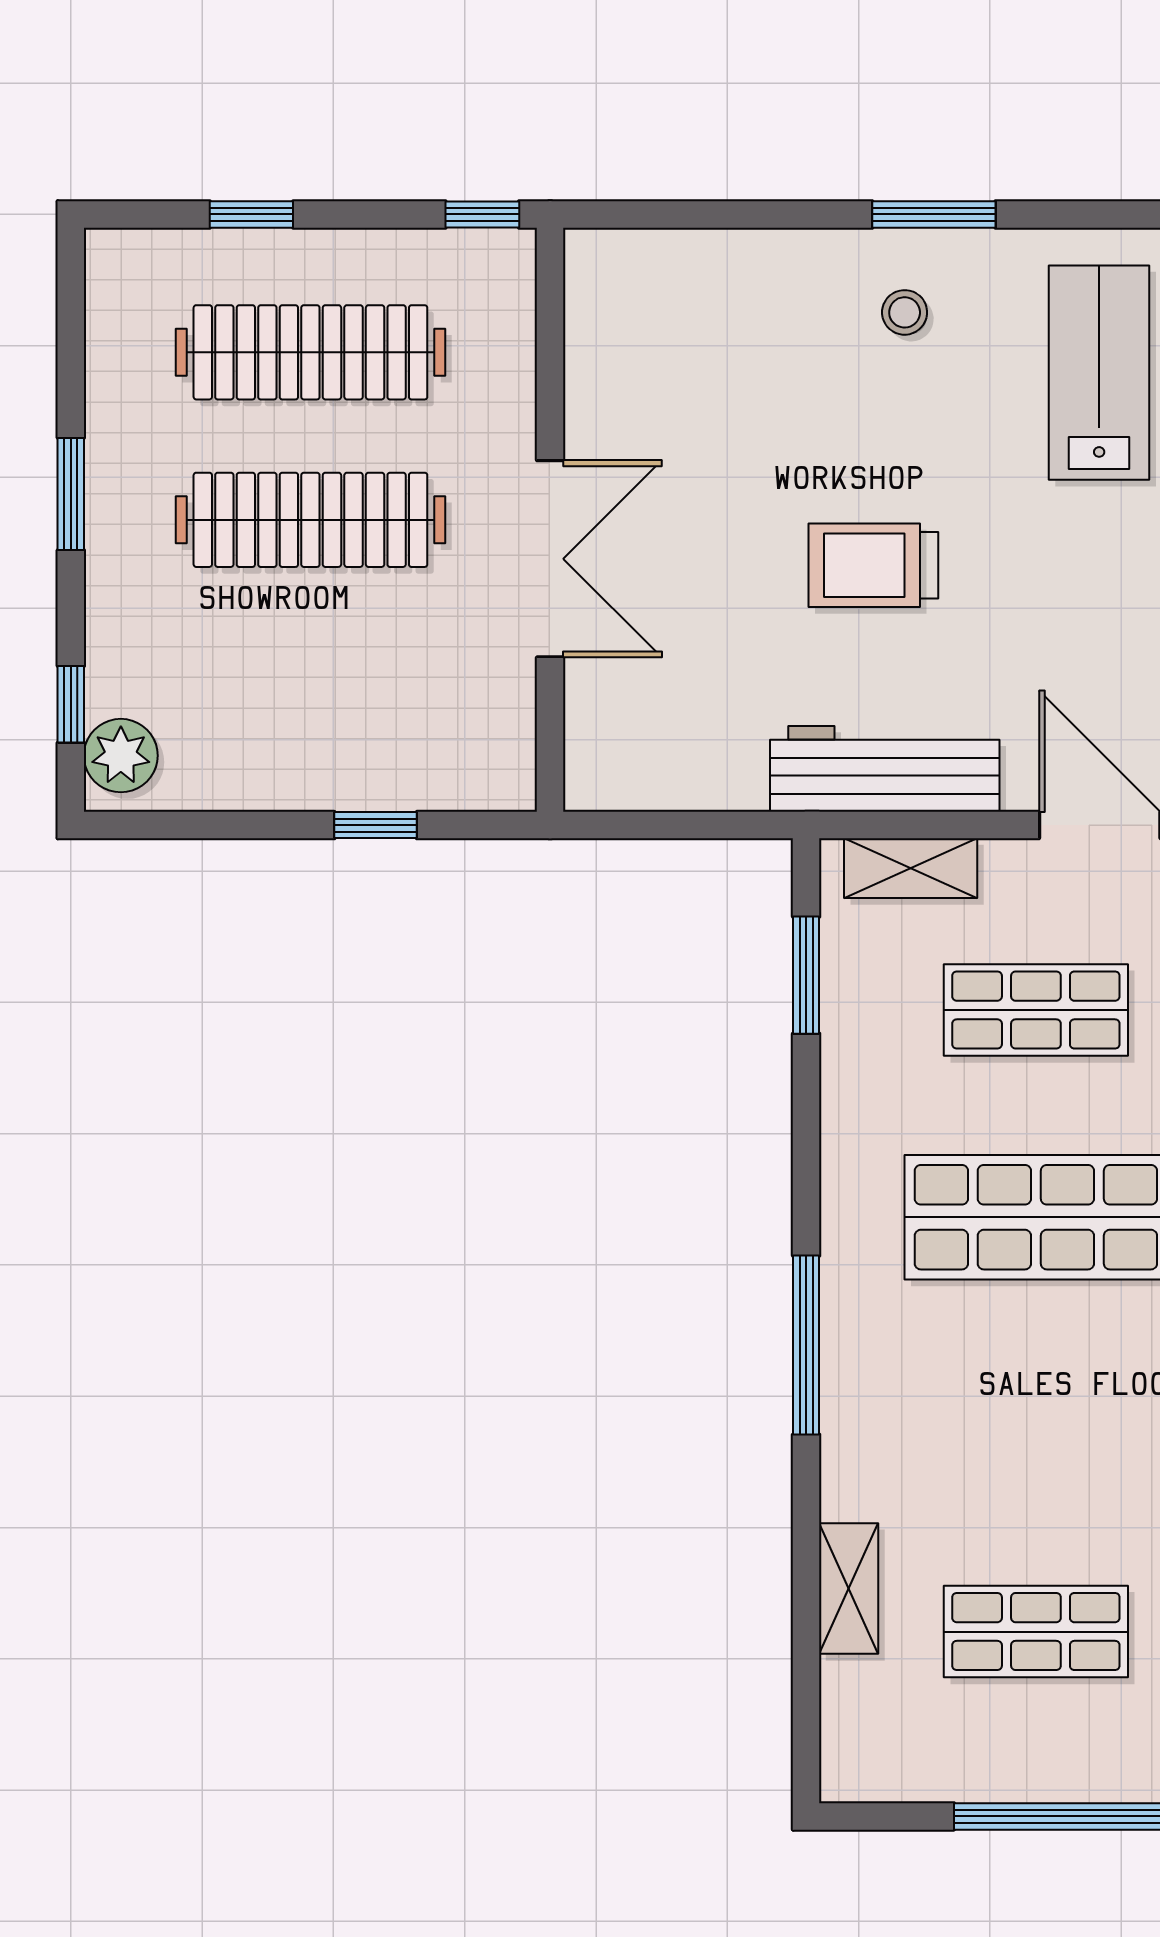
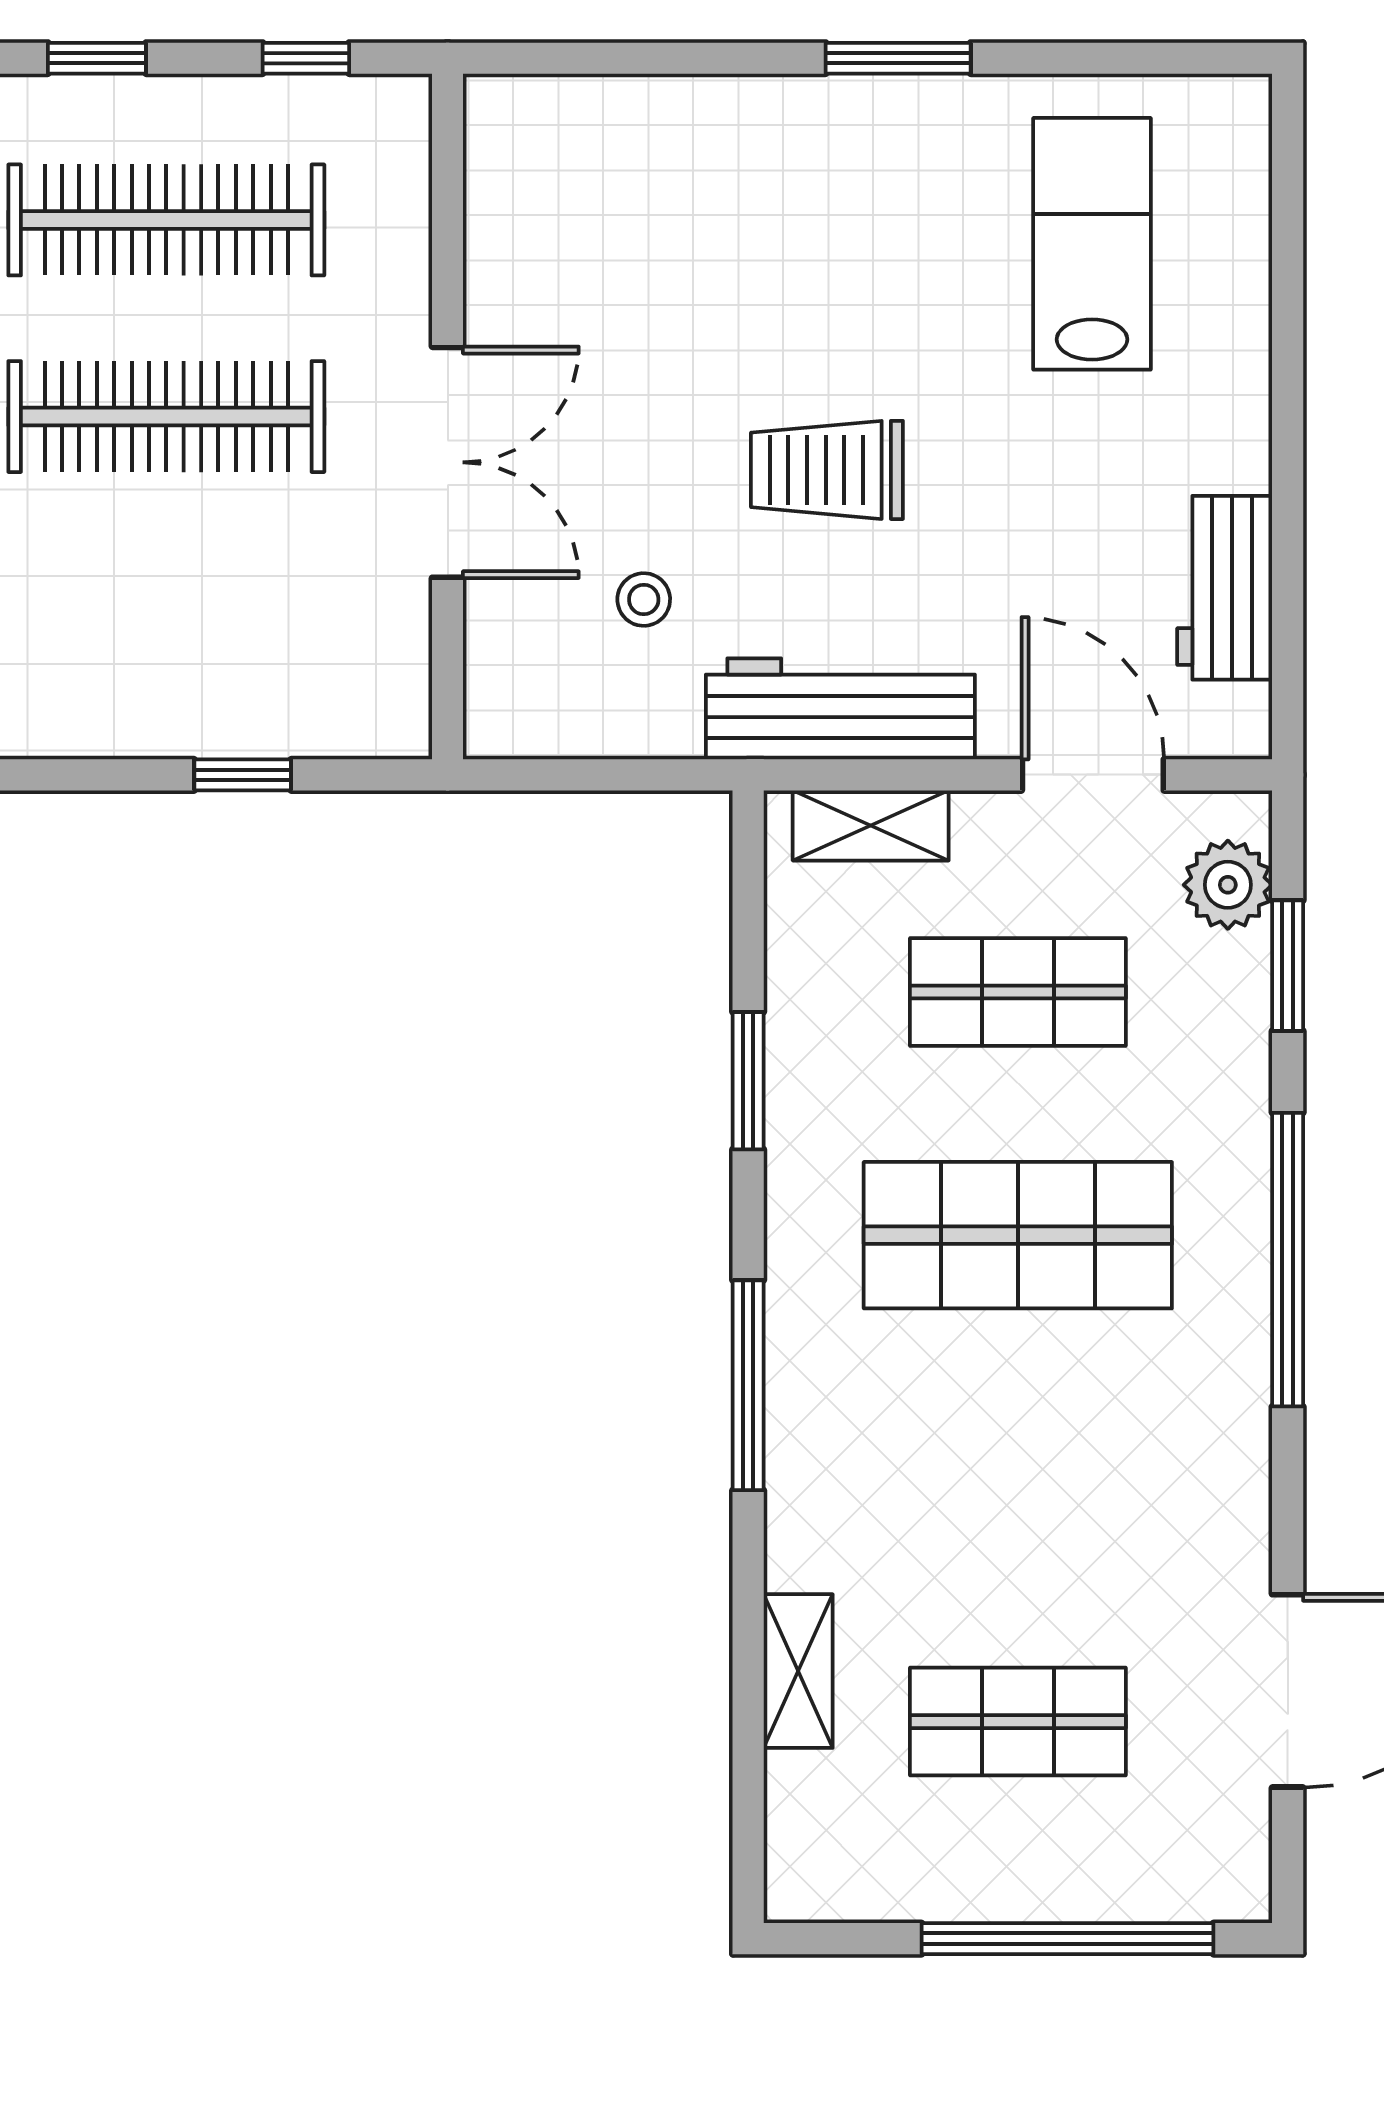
window: (482, 214) -> (306, 58), moved
stool: (905, 312) -> (644, 600), moved
window: (806, 975) -> (748, 1081), moved

